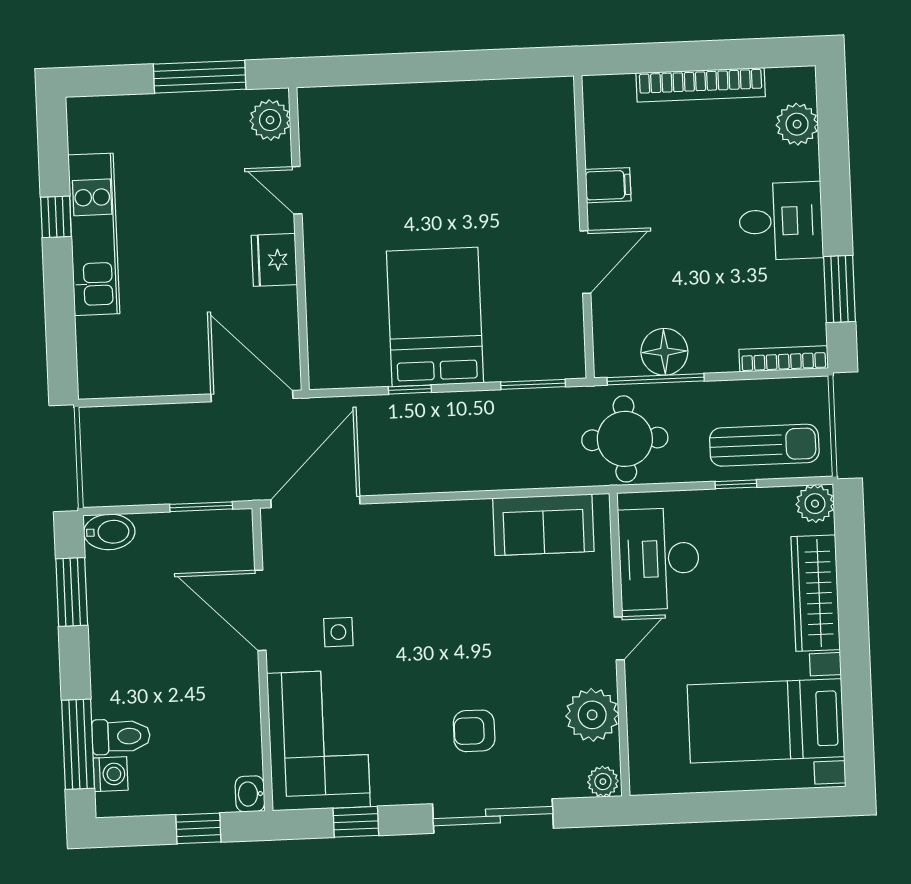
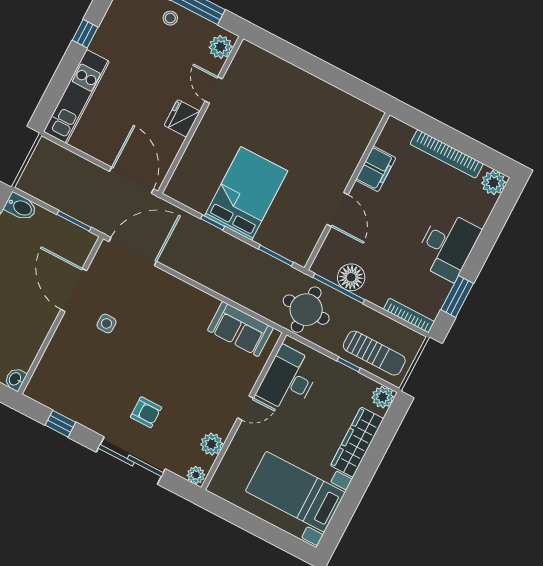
stool: (170, 120) -> (170, 18), added
plant: (797, 124) -> (493, 183), moved
filing cabinet: (608, 185) -> (376, 169), width x2.00
desk: (781, 221) -> (447, 246), width x1.37
kitchen unit: (94, 234) -> (76, 97), moved
door: (585, 262) -> (338, 209), hinge flipped
plant: (592, 715) -> (212, 444), width x0.73, depth x0.73
armchair: (474, 731) -> (146, 412), turned 180
corner sofa: (318, 740) -> (65, 372), removed

